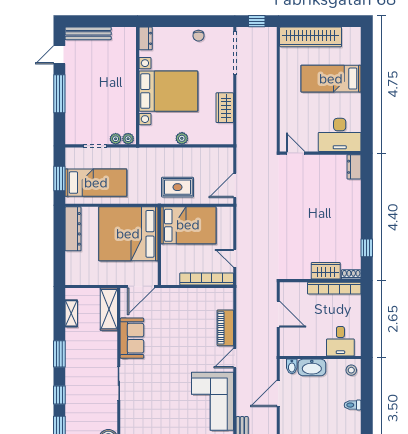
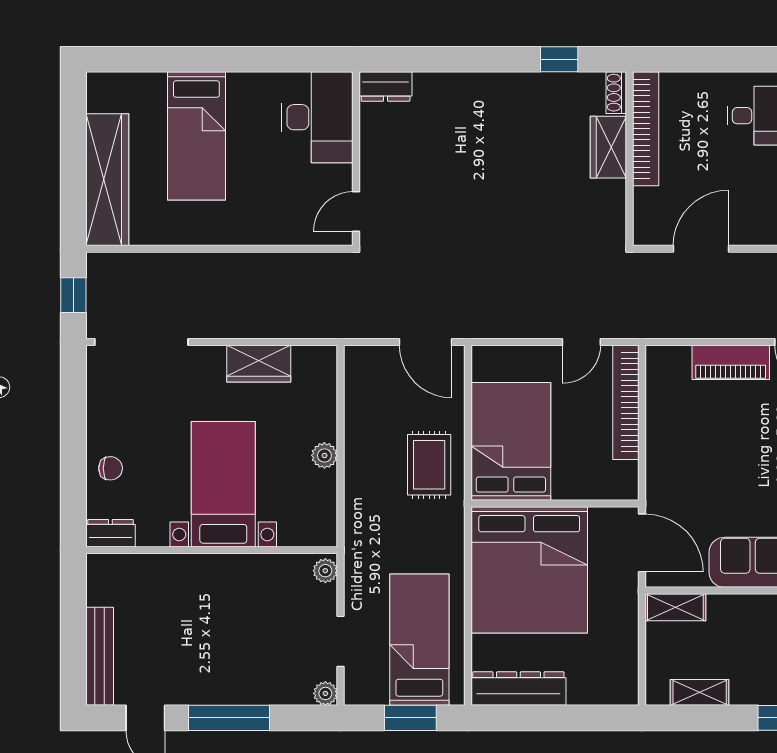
chair: (199, 36) -> (111, 468), moved
bed with nightstands: (168, 91) -> (223, 484), width x0.73
plant: (116, 139) -> (325, 693), moved
shelving: (109, 309) -> (675, 607), width x0.67, depth x0.75

